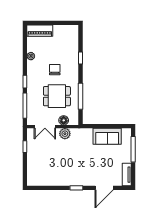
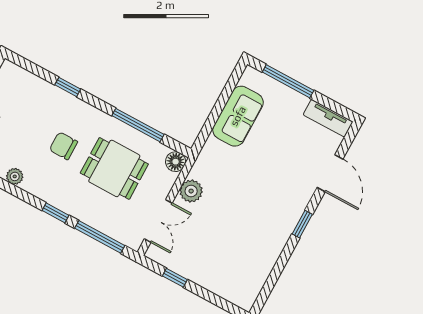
dining table: (57, 96) -> (114, 168), turned 90
floor lamp: (64, 120) -> (176, 162), moved

